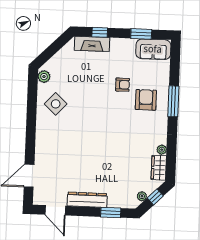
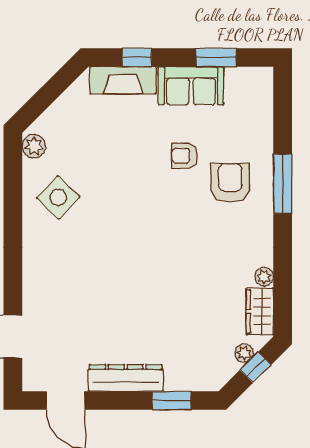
sofa: (153, 49) -> (191, 86), moved
armchair: (123, 85) -> (184, 156), turned 180
plant: (142, 196) -> (244, 353), moved

